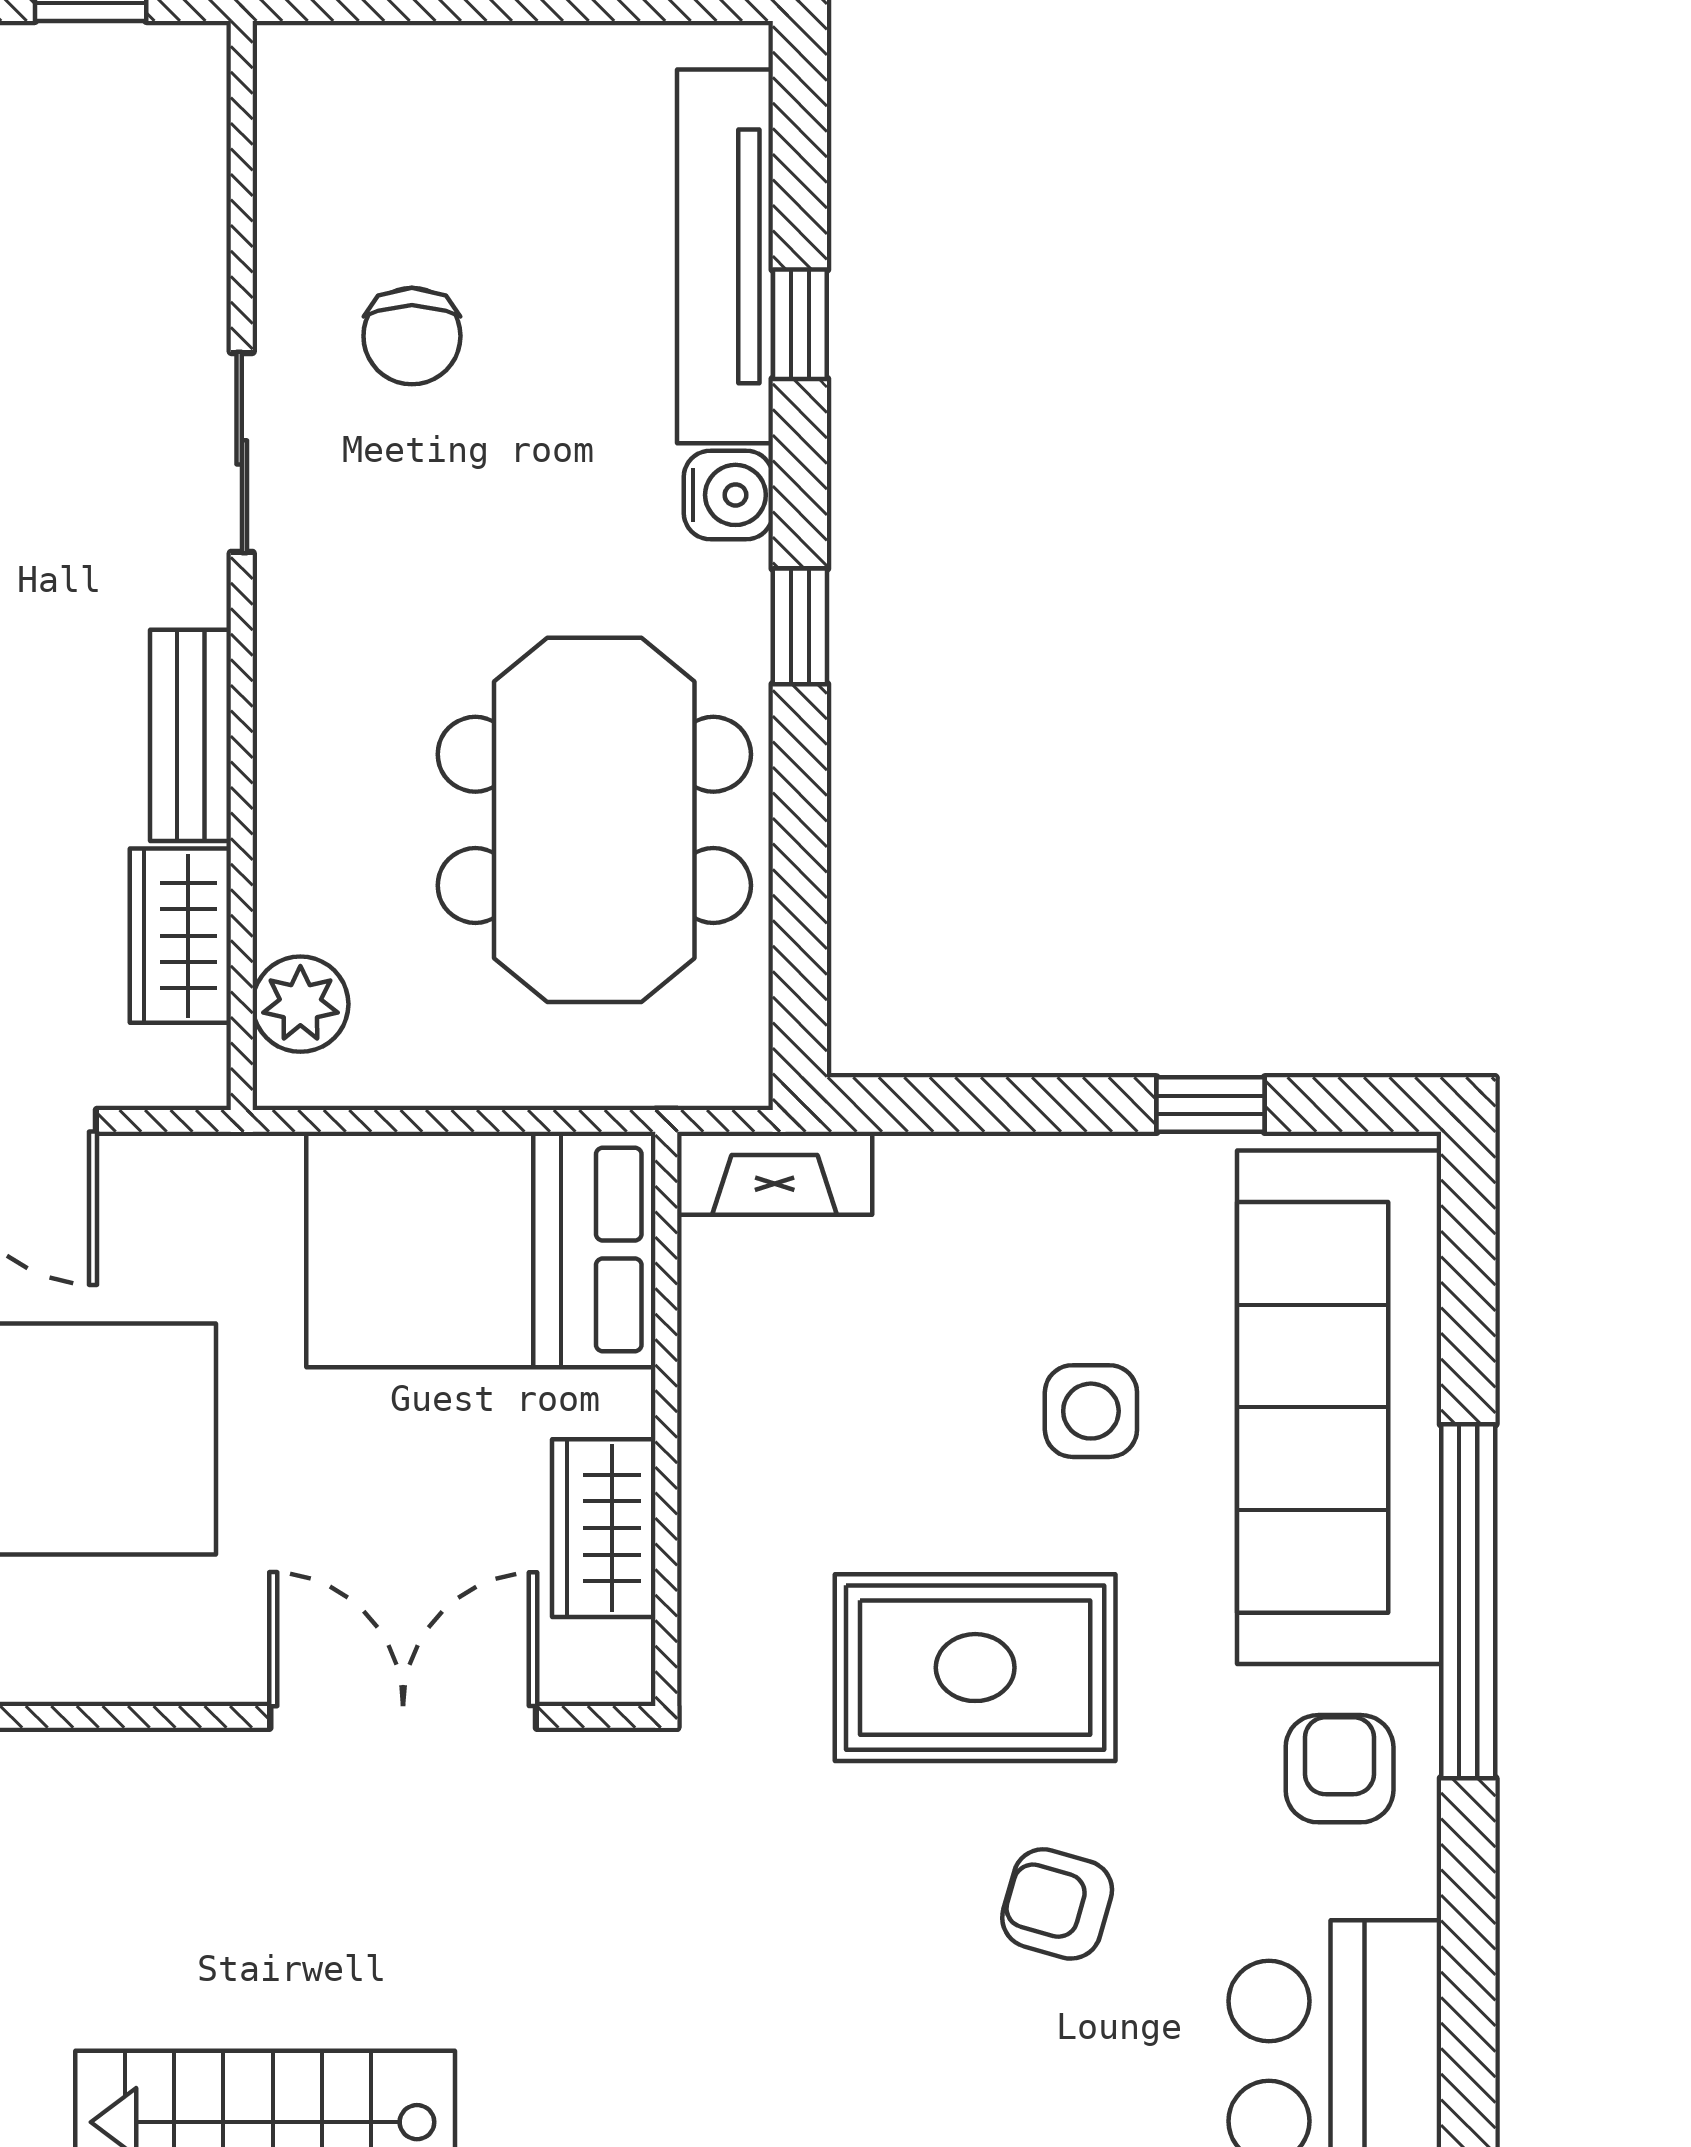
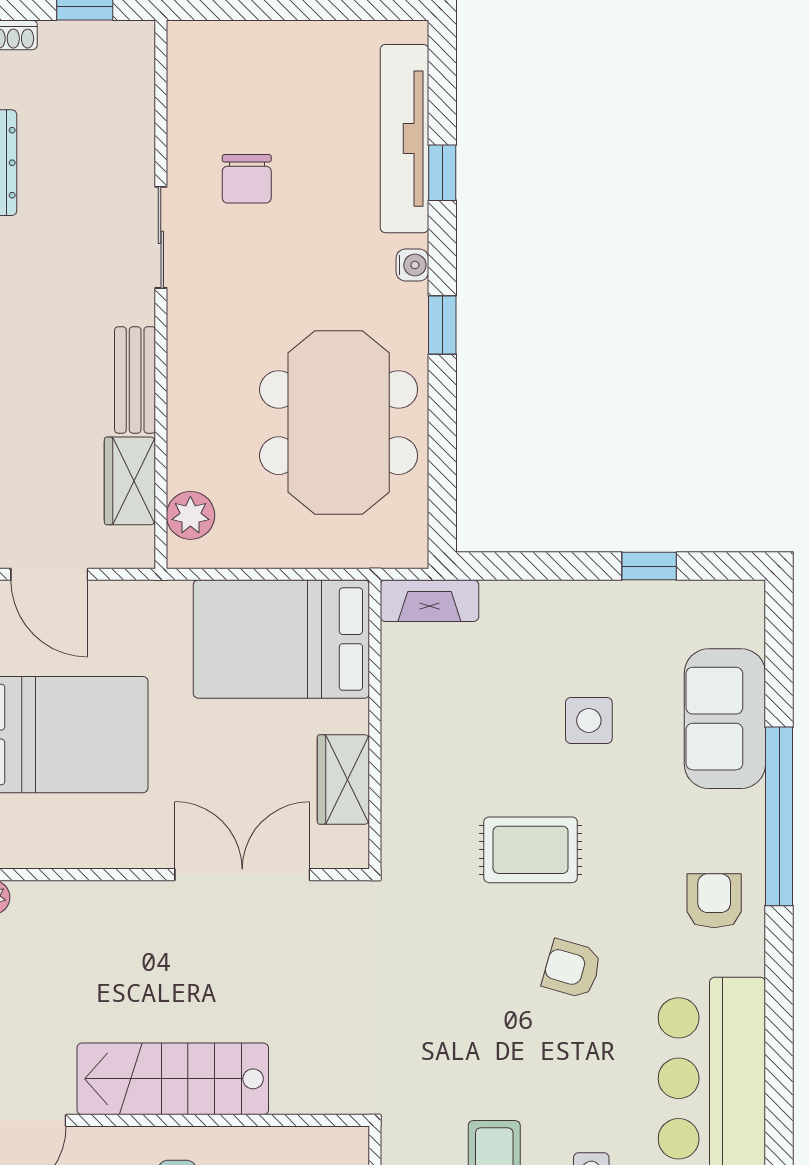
water cooler: (728, 495) -> (412, 265), width x0.72, depth x0.72
sofa: (1339, 1407) -> (725, 719), width x0.54, depth x0.79
rug: (975, 1668) -> (531, 850), width x0.73, depth x0.70

